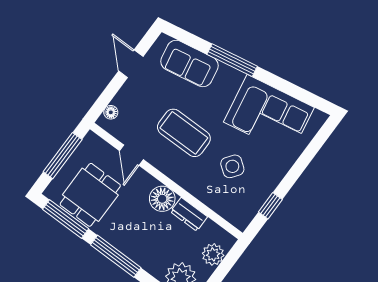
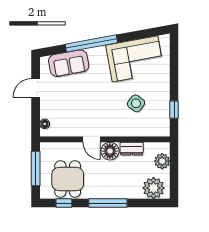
window: (232, 60) -> (91, 43), width x1.46
door: (131, 64) -> (36, 88), hinge flipped
coffee table: (184, 133) -> (95, 105), removed
door: (131, 155) -> (92, 139), moved
window: (66, 219) -> (64, 203), width x0.46

